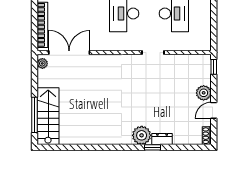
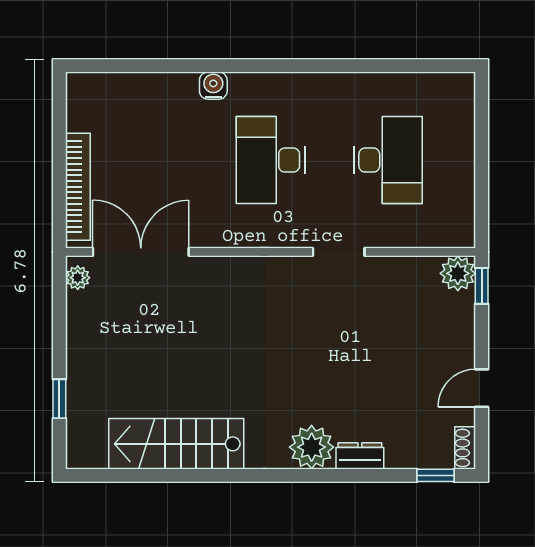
plant: (204, 93) -> (458, 273), moved
window: (35, 115) -> (59, 399), width x0.46
stairs: (48, 116) -> (176, 444), moved, turned -90
window: (153, 147) -> (436, 475), moved

